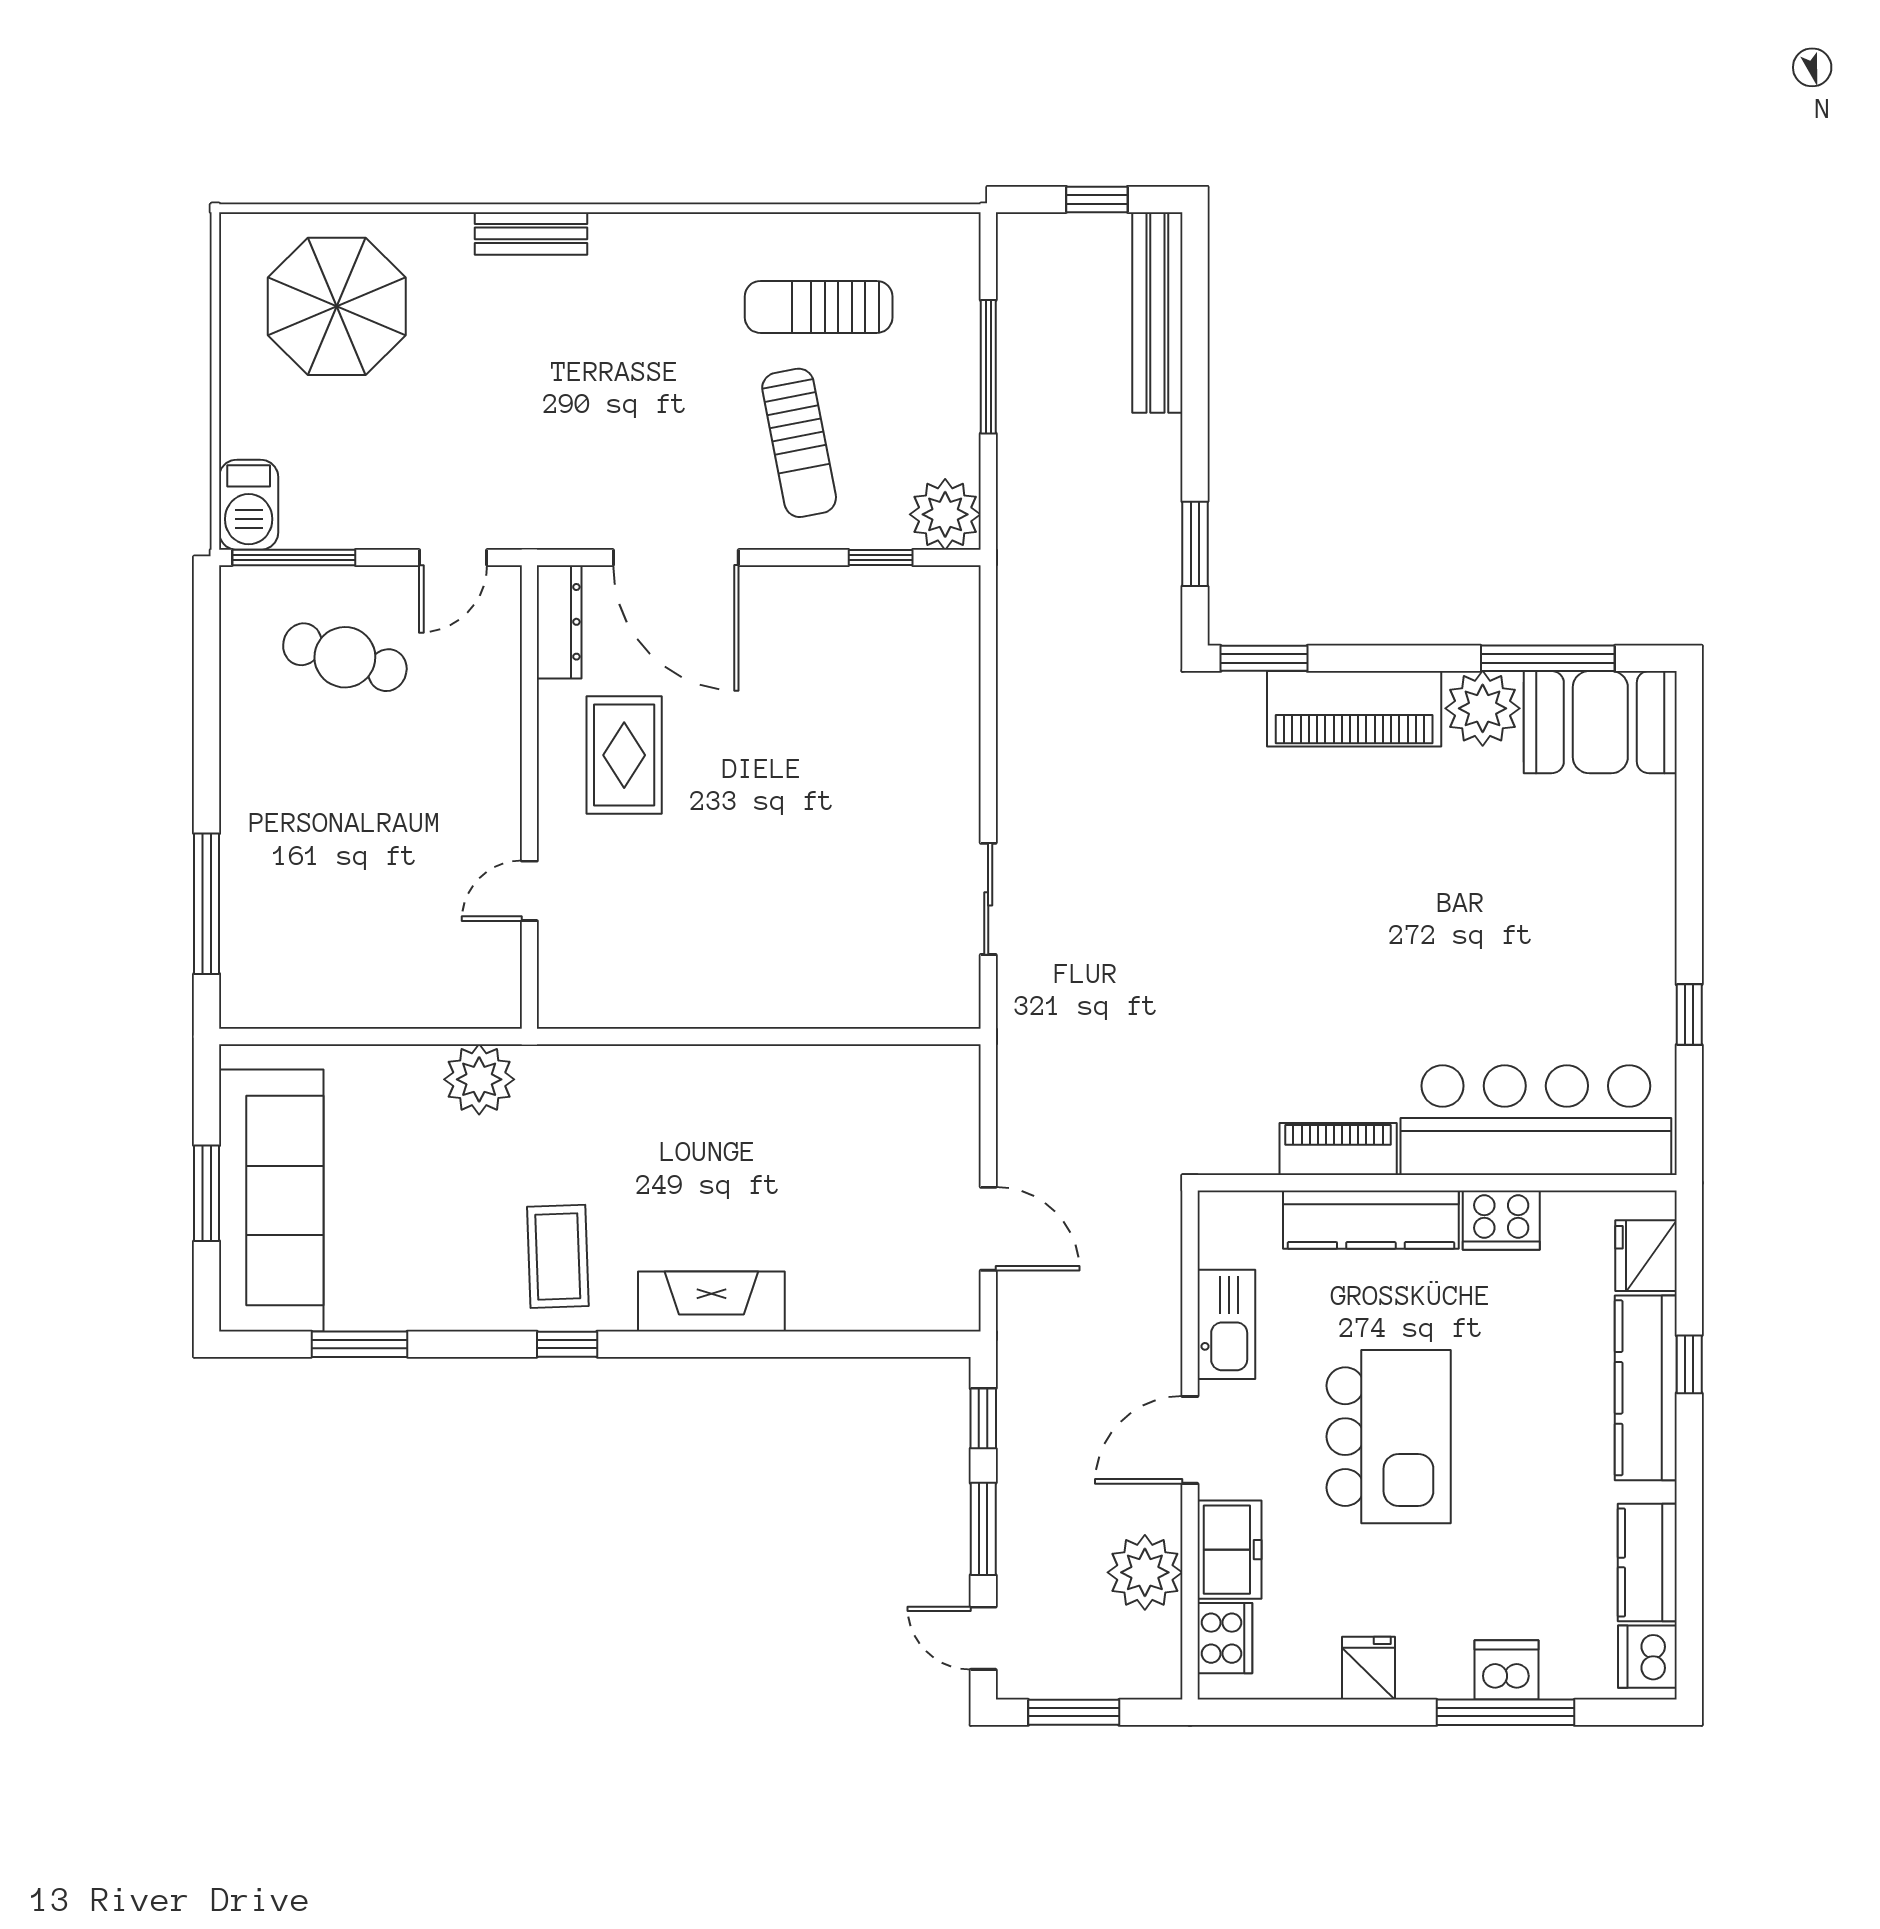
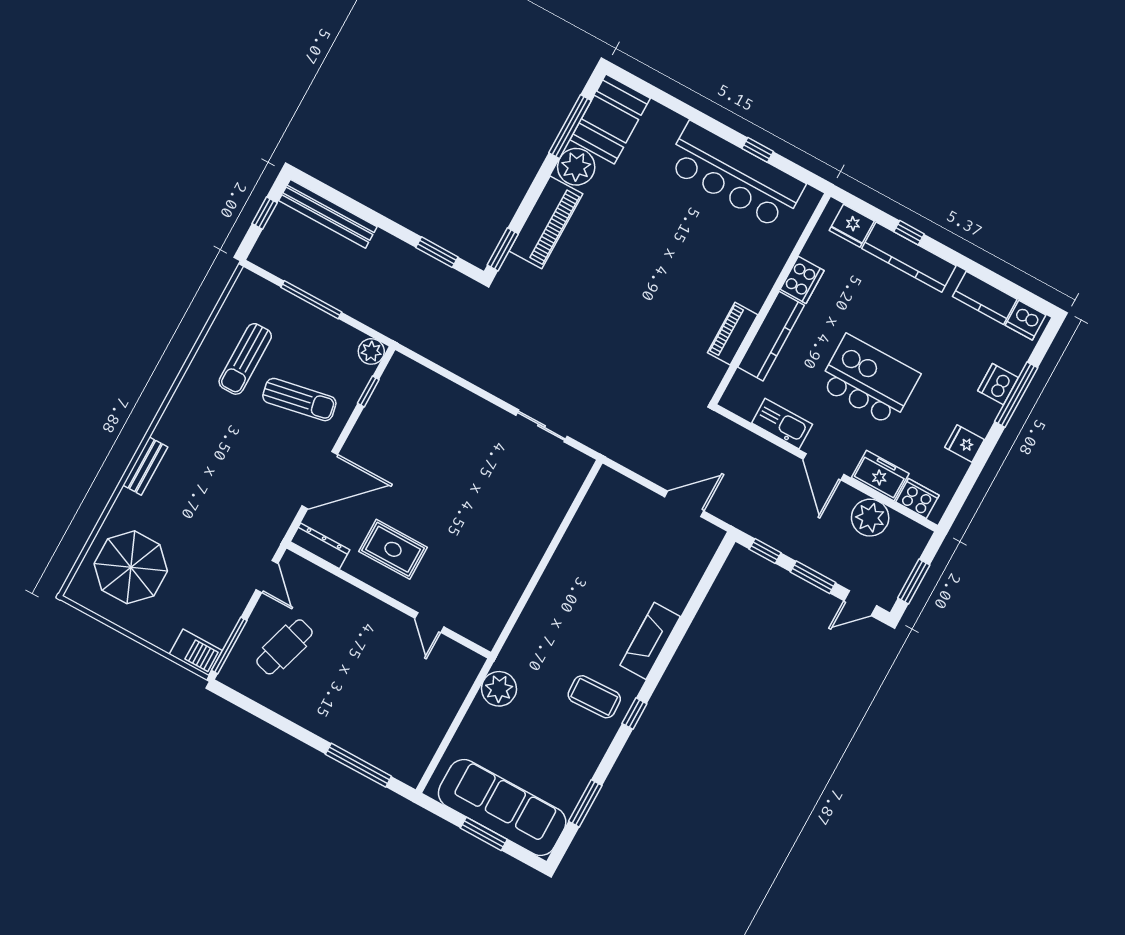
plant: (945, 514) -> (371, 351), width x0.73, depth x0.73
bar counter: (1536, 1120) -> (735, 176), moved, turned -90

